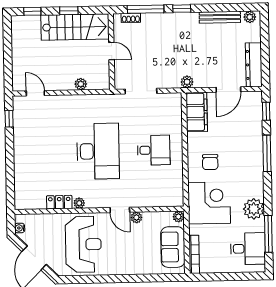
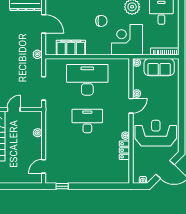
filing cabinet: (197, 112) -> (71, 48), moved
desk: (154, 150) -> (87, 80), width x1.87, depth x1.30
desk: (98, 151) -> (87, 121), width x0.73, depth x0.77
chair: (210, 162) -> (101, 21), moved

